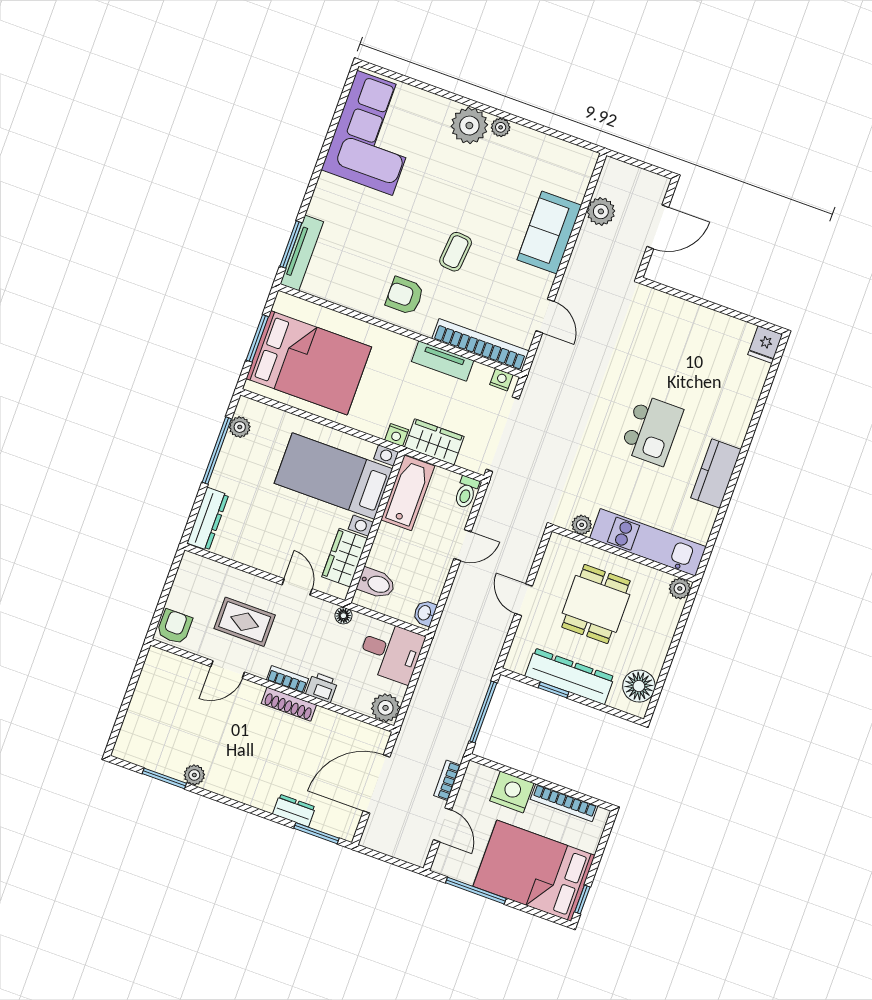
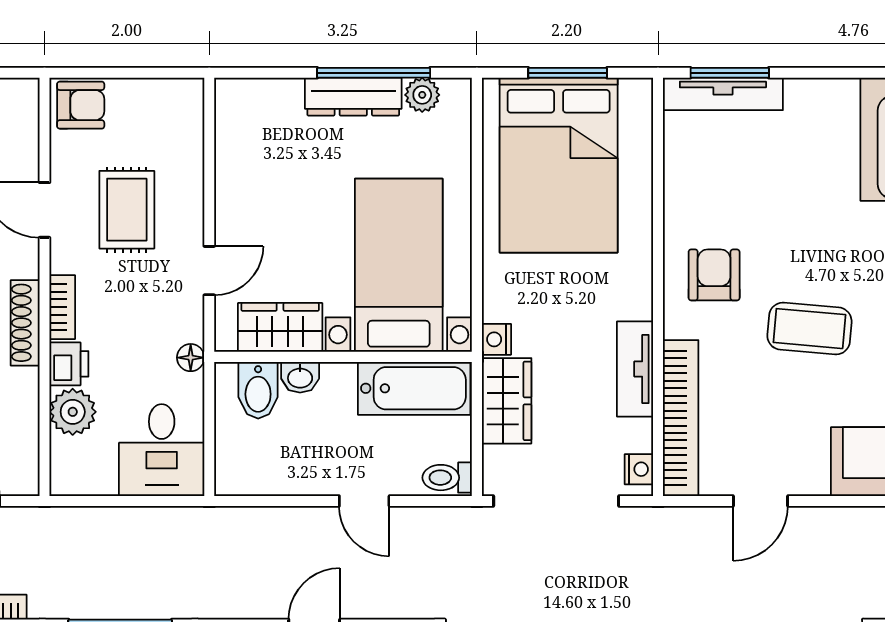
coffee table: (456, 252) -> (809, 329), width x1.36, depth x1.30
dresser: (208, 519) -> (353, 97), moved
washbasin: (425, 613) -> (300, 377), moved, turned 180
plant: (386, 708) -> (73, 412), moved

